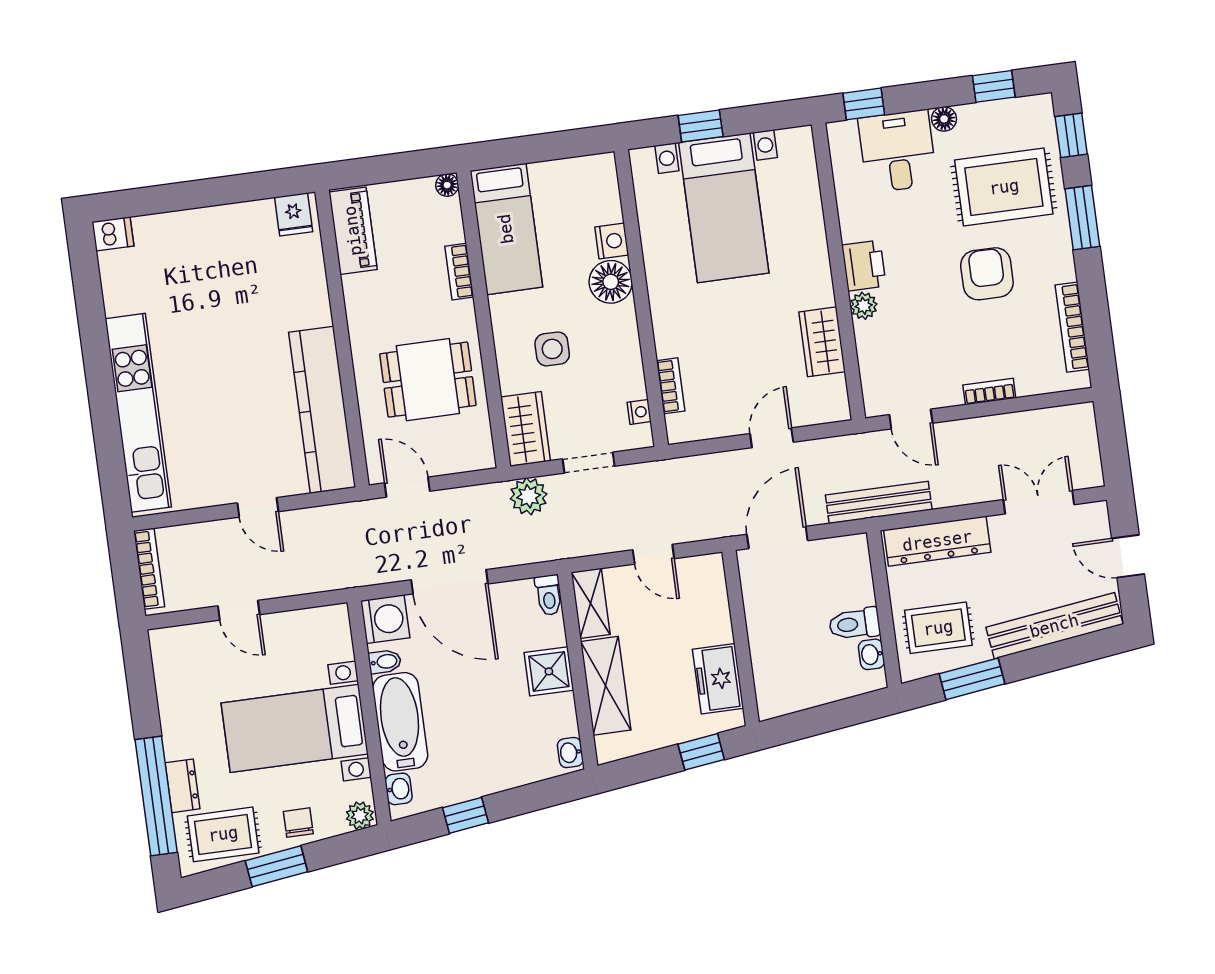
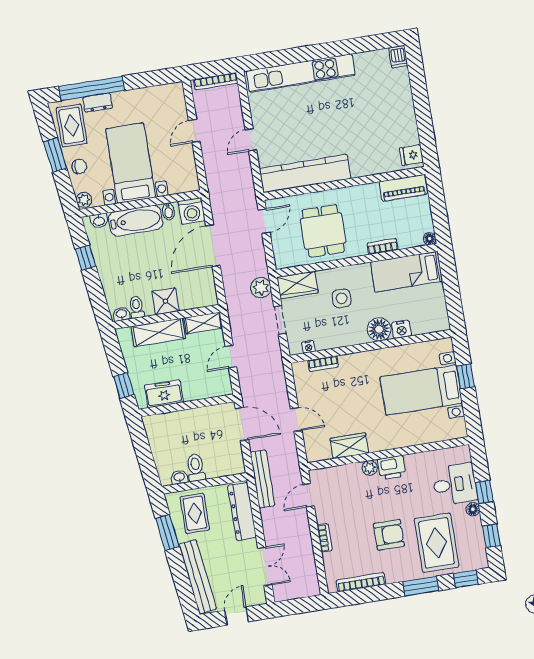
window: (864, 104) -> (484, 492), moved
toilet: (549, 595) -> (137, 307), moved, turned 90

